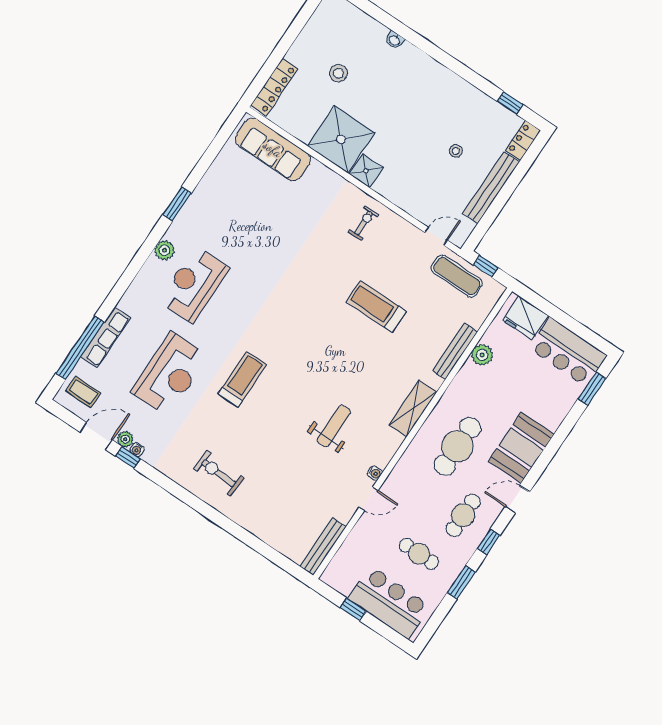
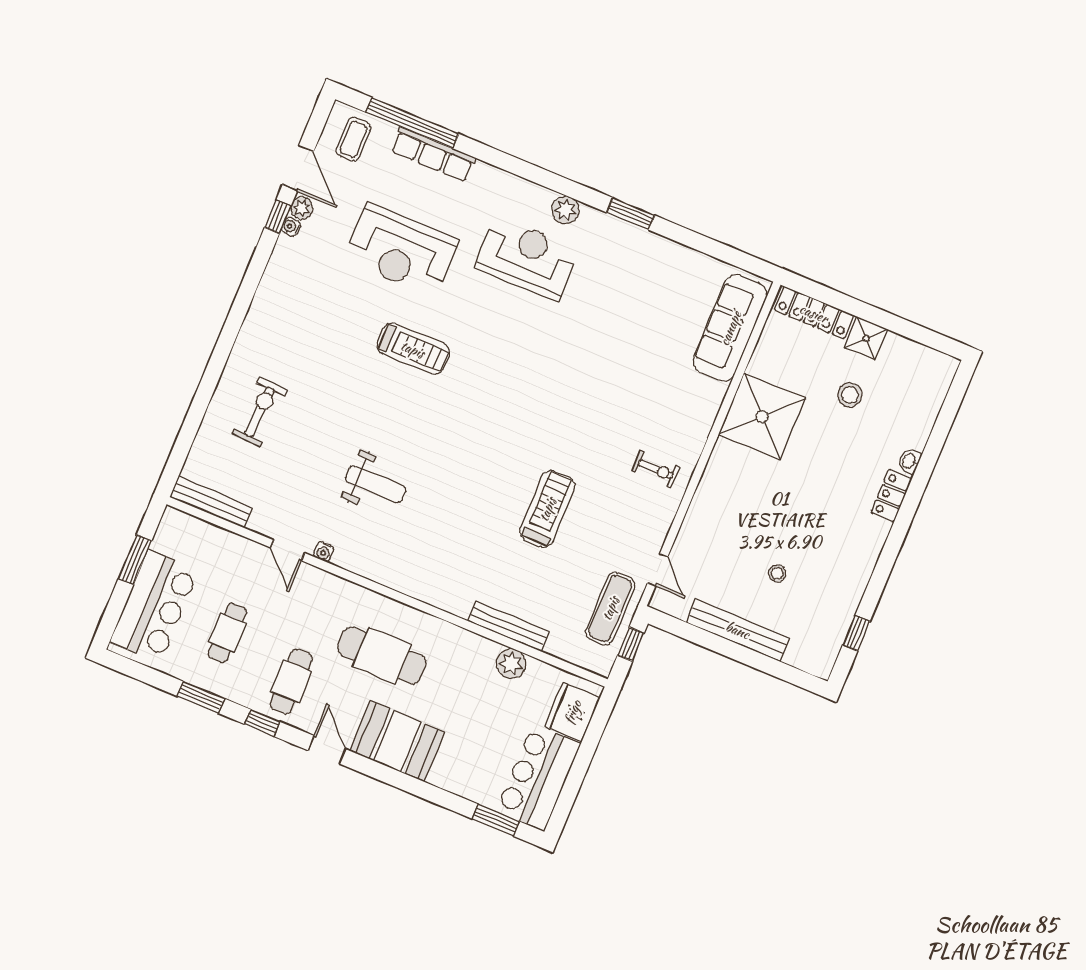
locker: (523, 140) -> (891, 496), moved, turned -90
shower: (366, 171) -> (866, 338), moved
shelving: (413, 409) -> (420, 585), removed
exercise bike: (219, 473) -> (260, 412), moved
cafe table: (463, 515) -> (291, 682), turned 90
window: (353, 609) -> (135, 560), width x1.50

